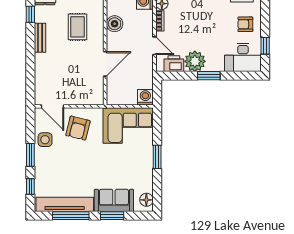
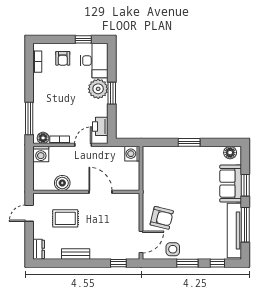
window: (30, 14) -> (118, 263), moved
plant: (195, 61) -> (98, 89), moved
corner sofa: (128, 126) -> (159, 170), removed

